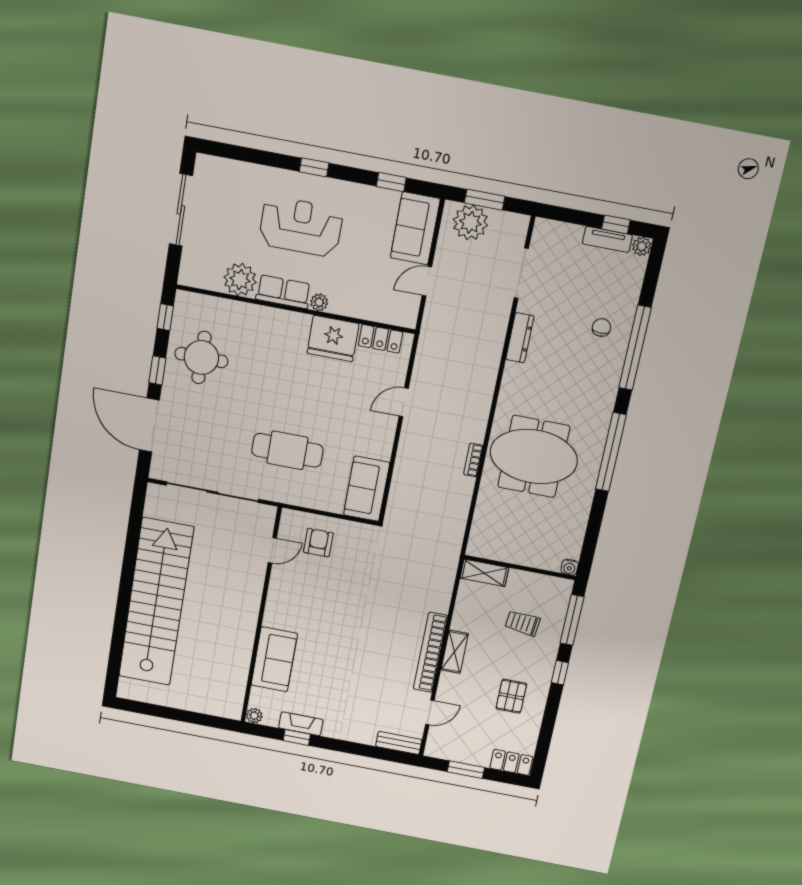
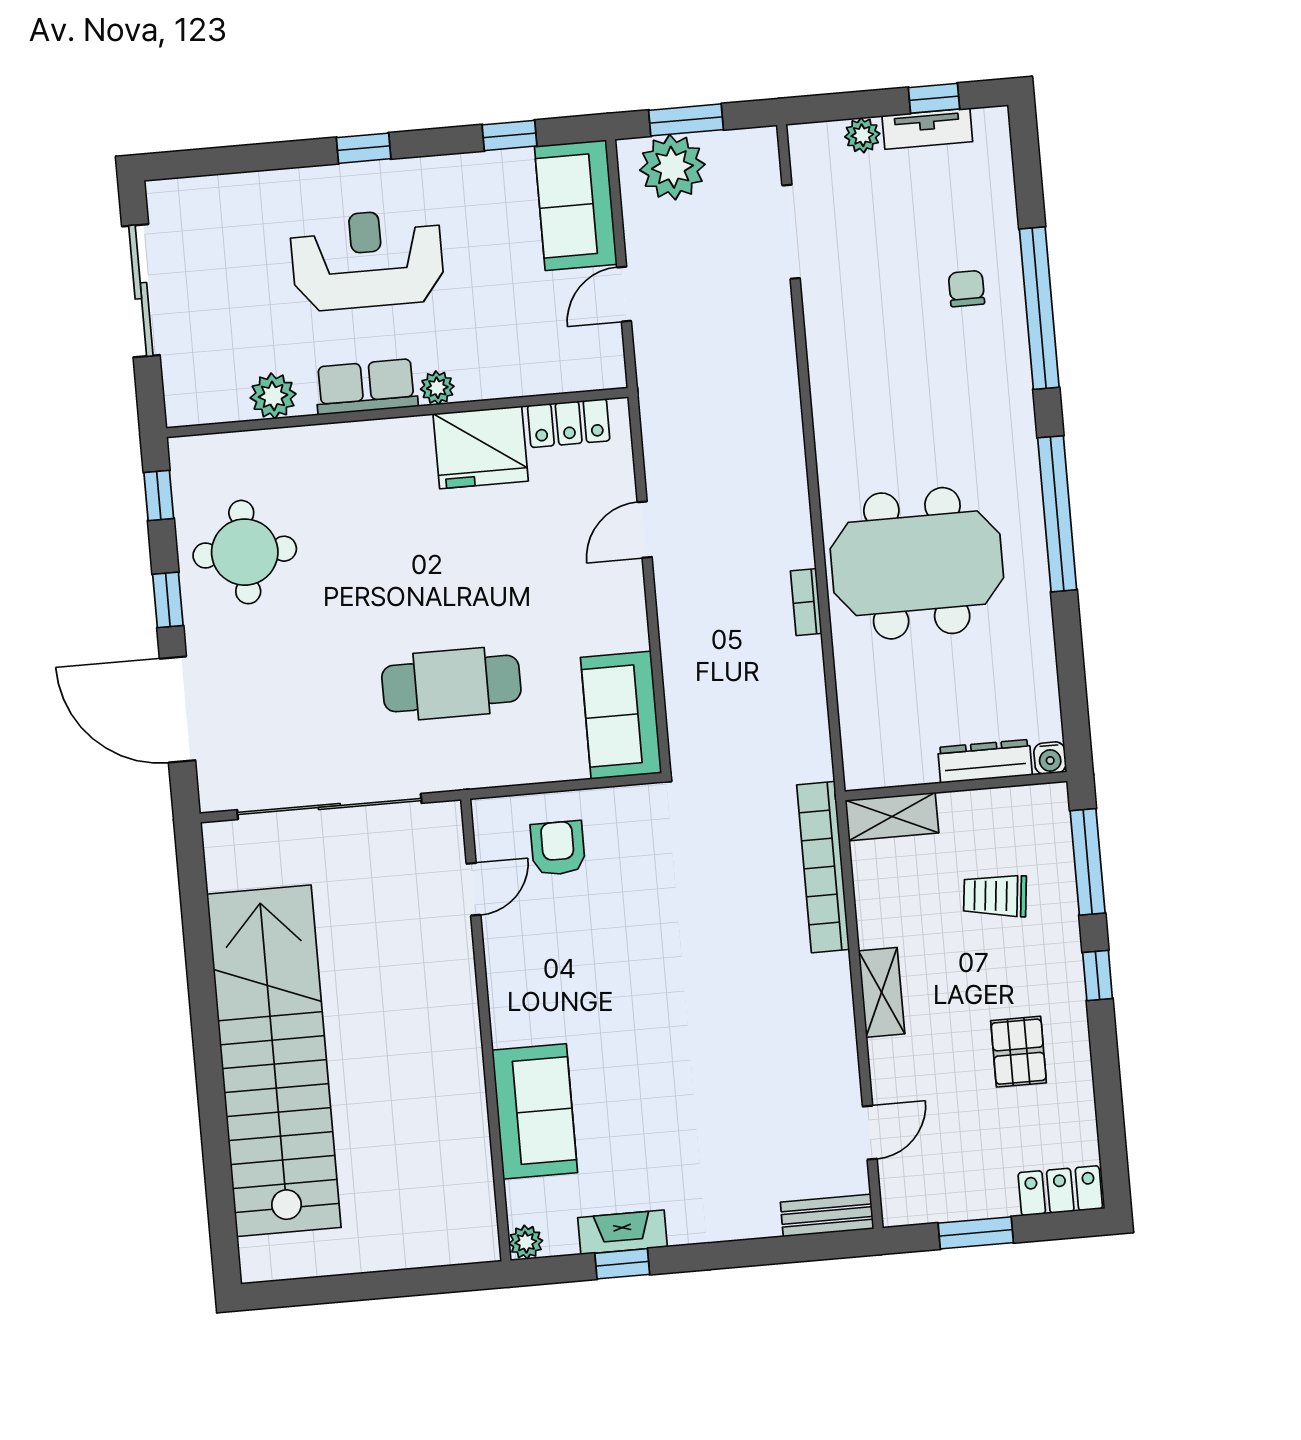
plant: (642, 246) -> (862, 135), moved
plant: (240, 280) -> (273, 396), width x0.73, depth x0.73
dresser: (520, 338) -> (985, 761), moved, turned -90
bookcase: (431, 652) -> (823, 867), moved

